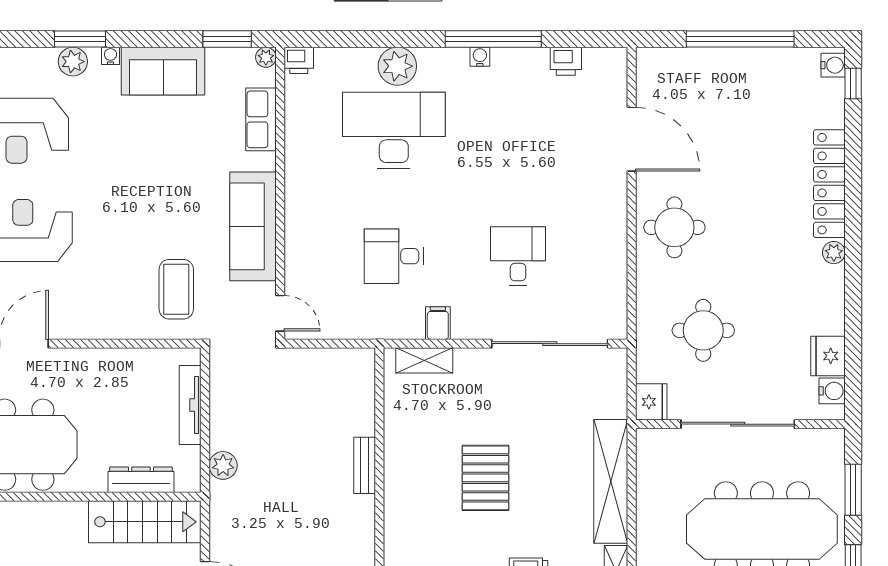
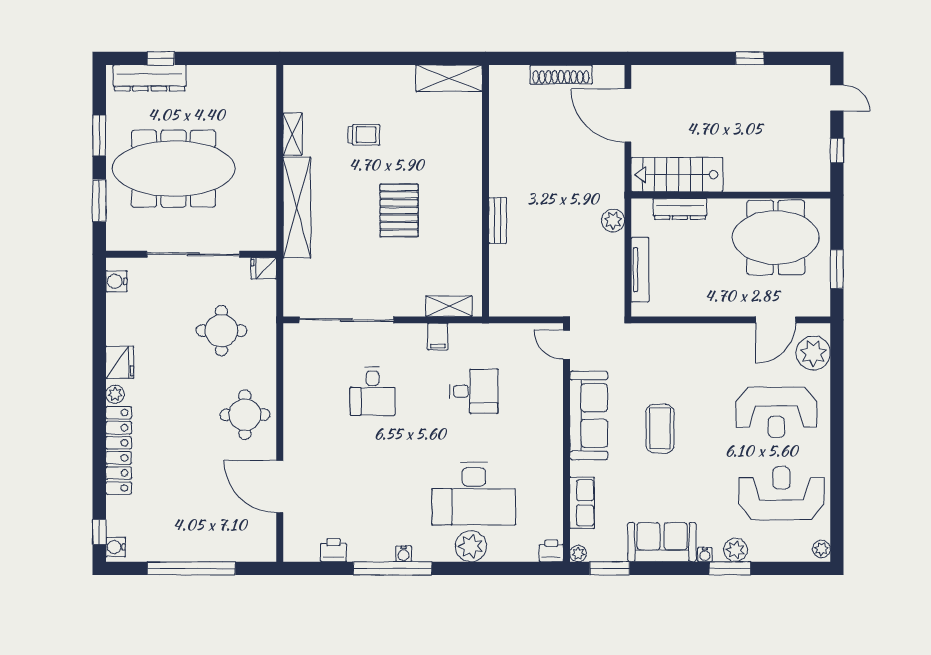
coffee table: (176, 289) -> (660, 429), moved
fridge: (828, 356) -> (120, 362), moved
fridge: (651, 402) -> (264, 268), width x0.72

